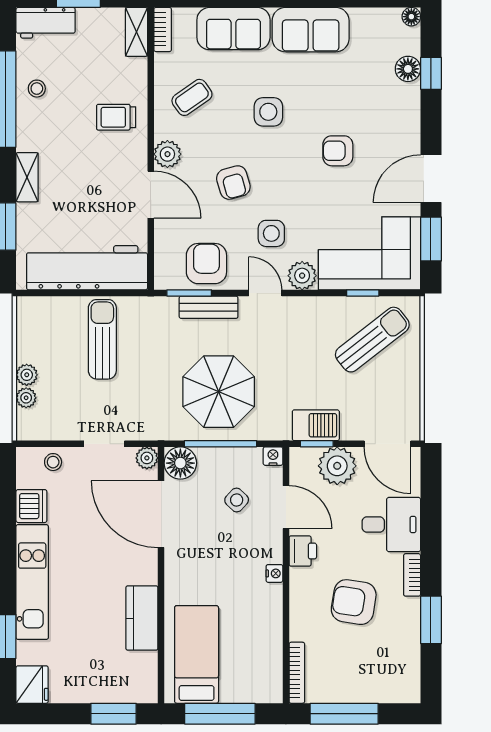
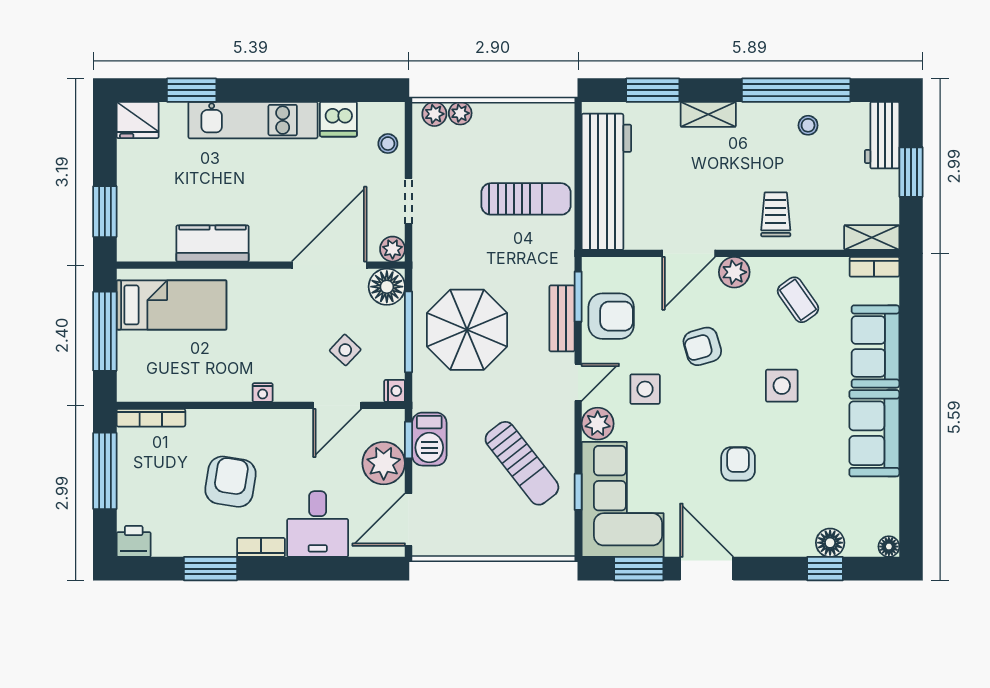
sun lounger: (372, 340) -> (522, 463), moved
plant: (27, 375) -> (434, 114), moved
printer: (303, 551) -> (134, 541), moved, turned 180

